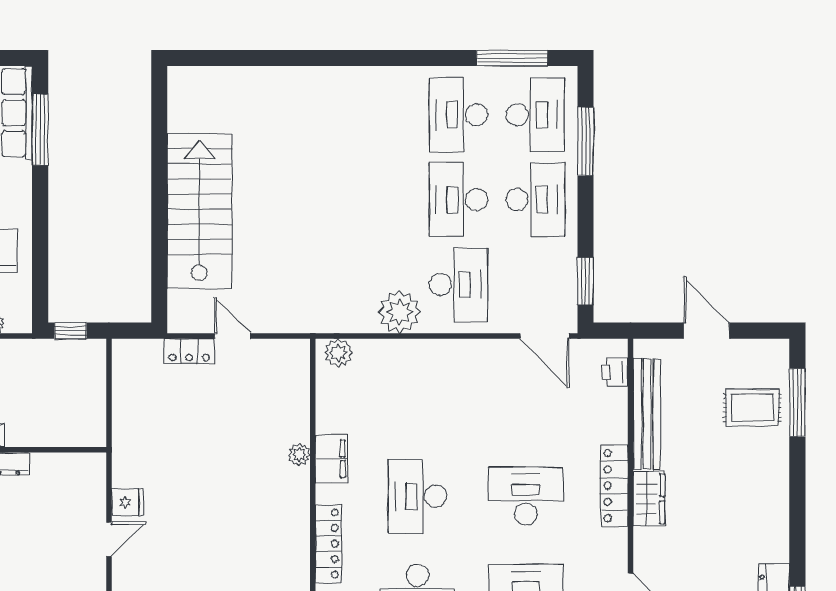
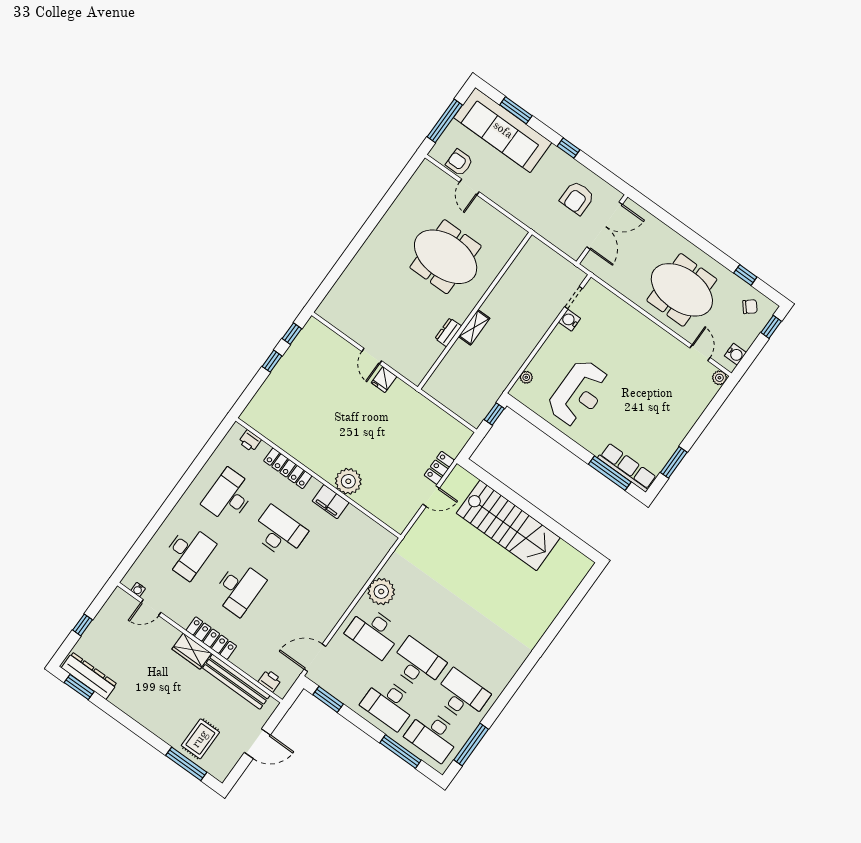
plant: (338, 353) -> (383, 545), removed
plant: (299, 455) -> (348, 481), width x1.88, depth x1.88

